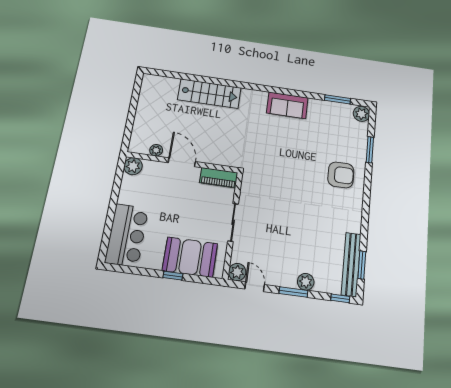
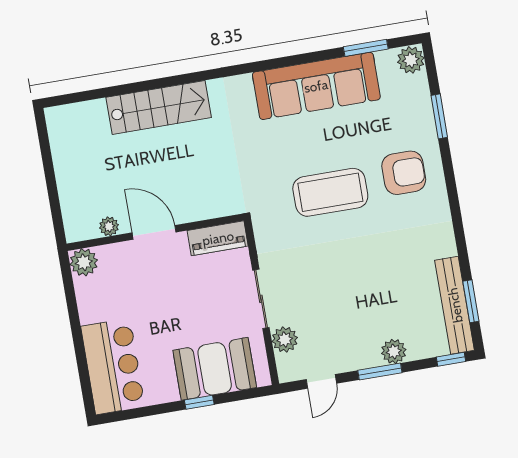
sofa: (287, 105) -> (316, 86), width x1.85, depth x1.27
coffee table: (294, 172) -> (330, 192), added
plant: (237, 272) -> (285, 339), moved
door: (255, 287) -> (321, 381), swing flipped

